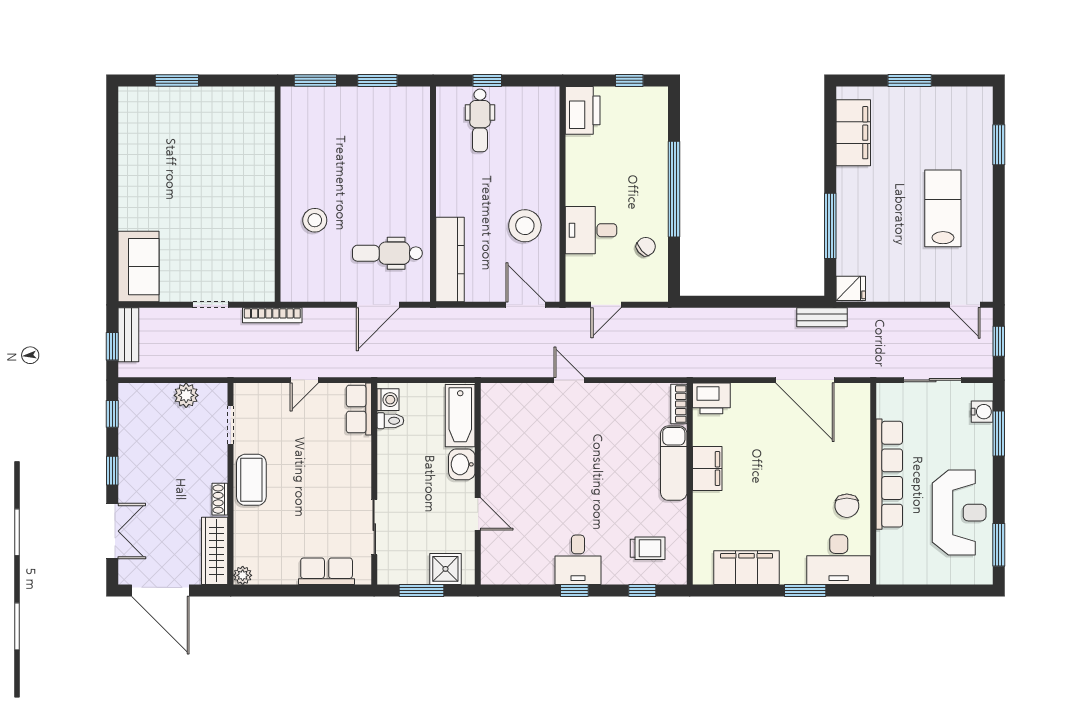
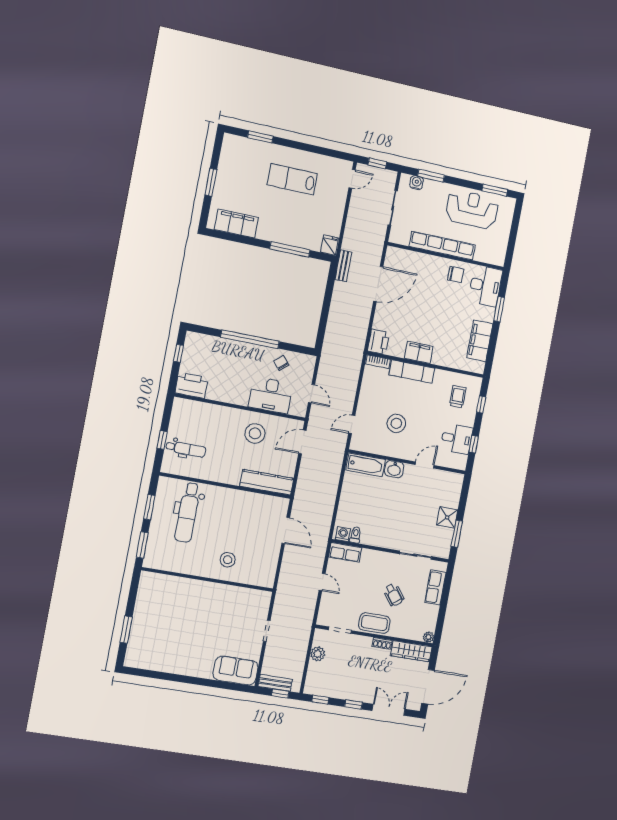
desk: (591, 230) -> (271, 395), width x1.37
dental chair: (387, 253) -> (188, 512), moved, width x1.36, depth x1.38
bookcase: (272, 315) -> (280, 595), removed
bathtub: (460, 416) -> (366, 465), moved
stool: (584, 454) -> (396, 423), added
washbasin: (462, 464) -> (394, 469), moved
wall: (478, 484) -> (407, 462), moved
wheelchair: (303, 503) -> (394, 595), added
door: (478, 514) -> (425, 465), moved

